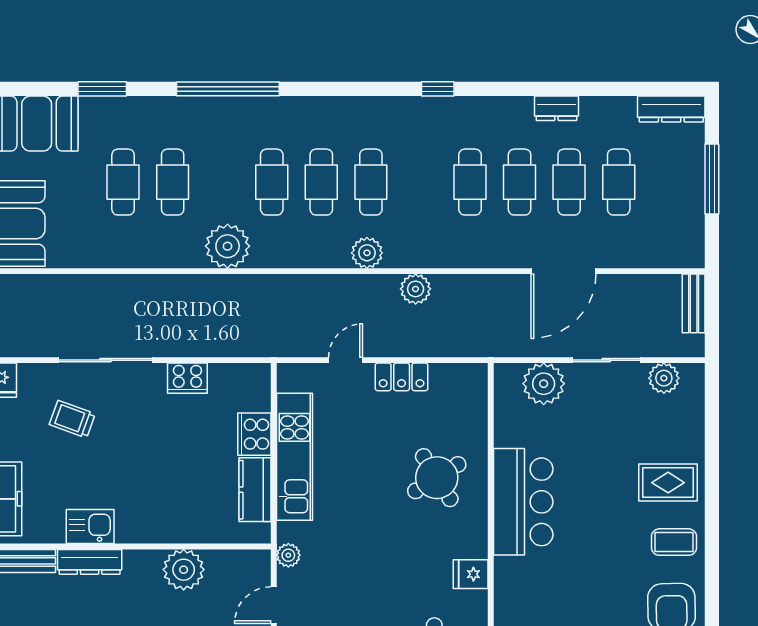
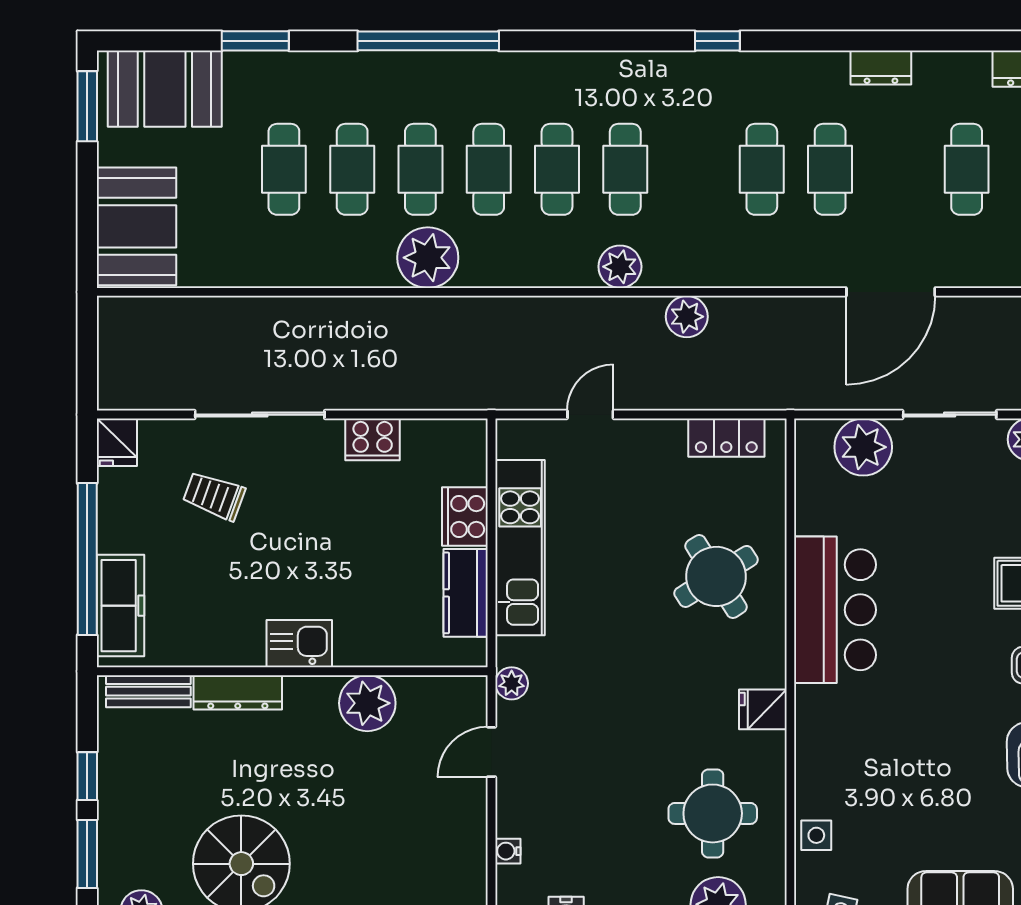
cafe table: (569, 182) -> (420, 169), moved
locker: (402, 377) -> (726, 438), moved
kitchen sink: (90, 526) -> (299, 644), moved

